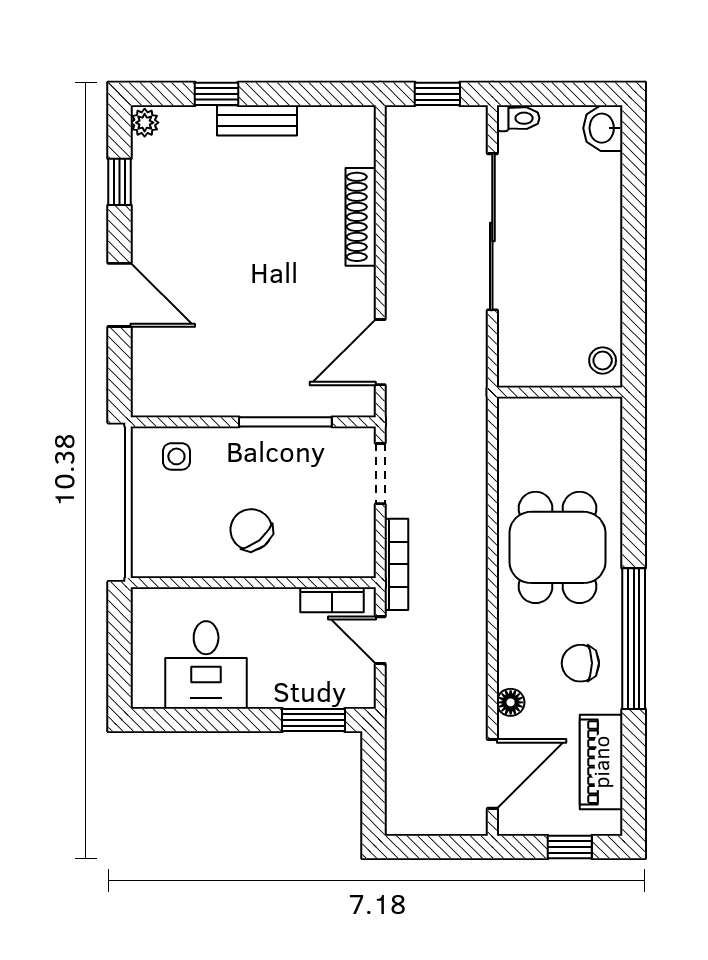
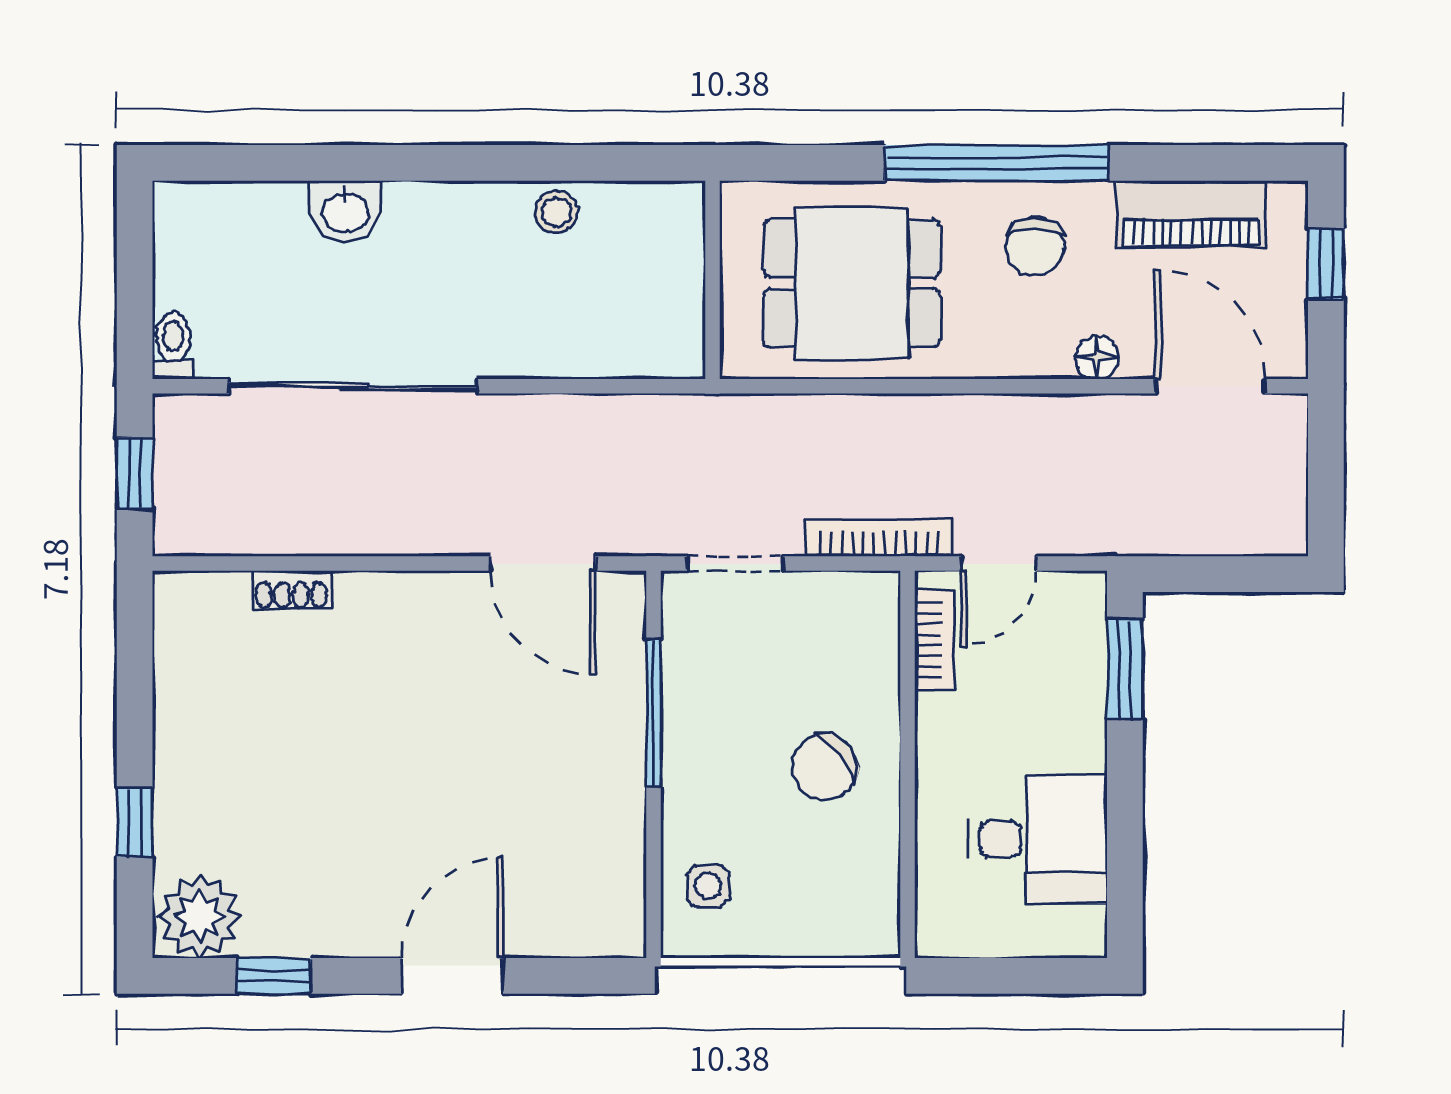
bench: (257, 120) -> (177, 759), removed
plant: (145, 123) -> (199, 917), width x1.88, depth x1.88
washbasin: (603, 128) -> (345, 211), moved
shoe rack: (361, 217) -> (292, 590), width x0.51, depth x0.81
wall: (560, 392) -> (713, 280), moved

